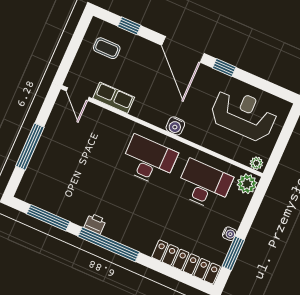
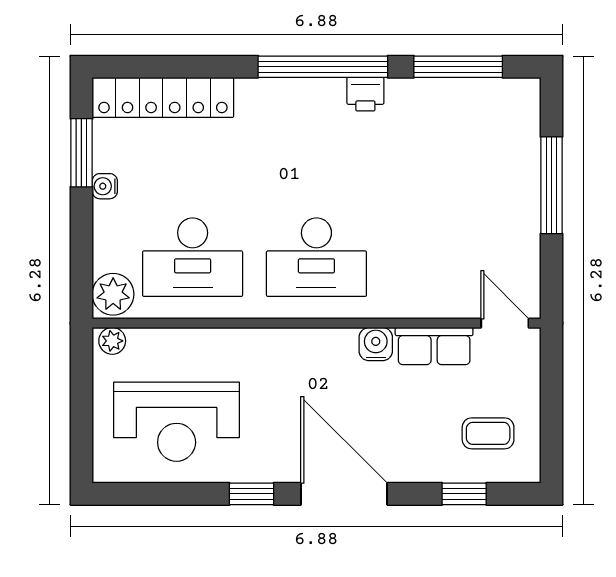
water cooler: (175, 126) -> (376, 344), moved

